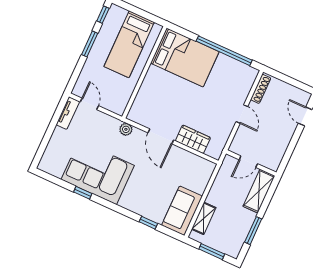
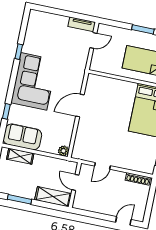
door: (242, 114) -> (102, 166), moved
plant: (126, 129) -> (64, 151), moved
wardrobe: (193, 139) -> (84, 133), removed
corner sofa: (98, 172) -> (34, 81), moved

